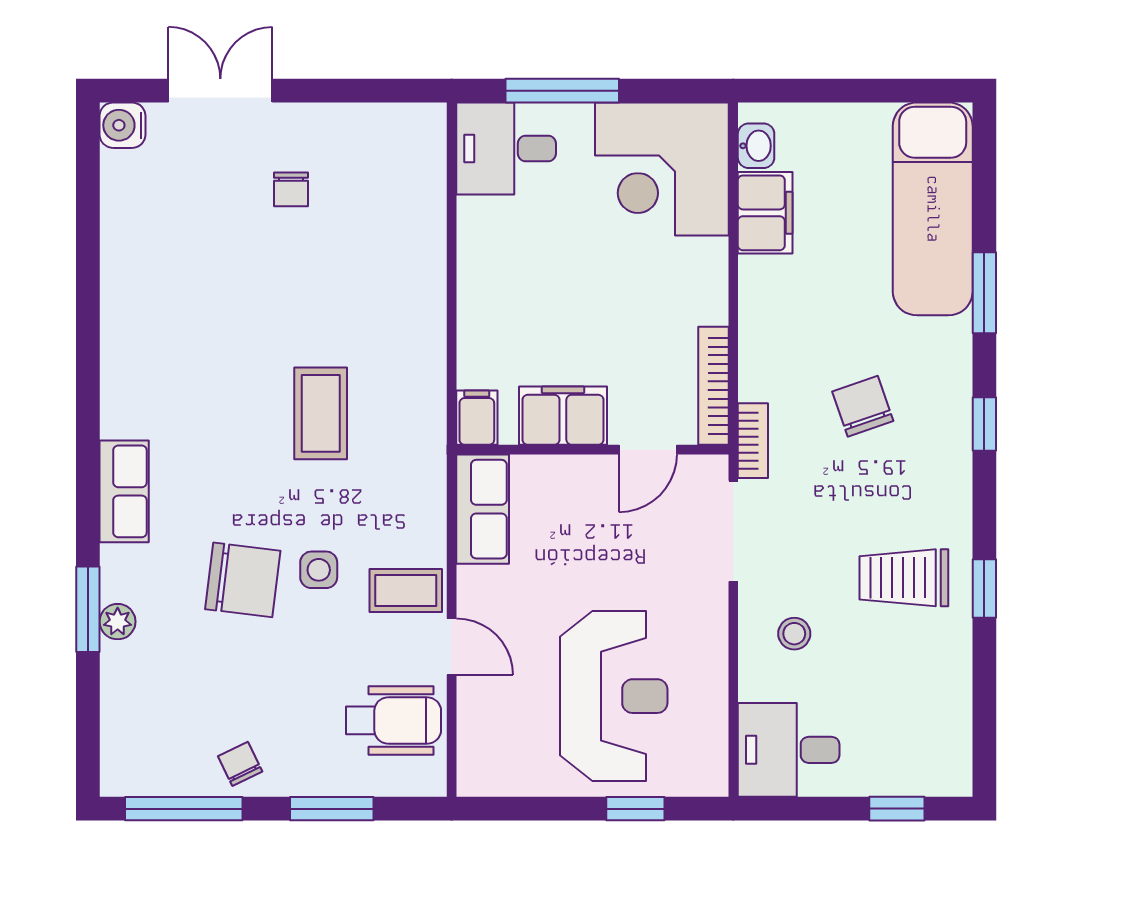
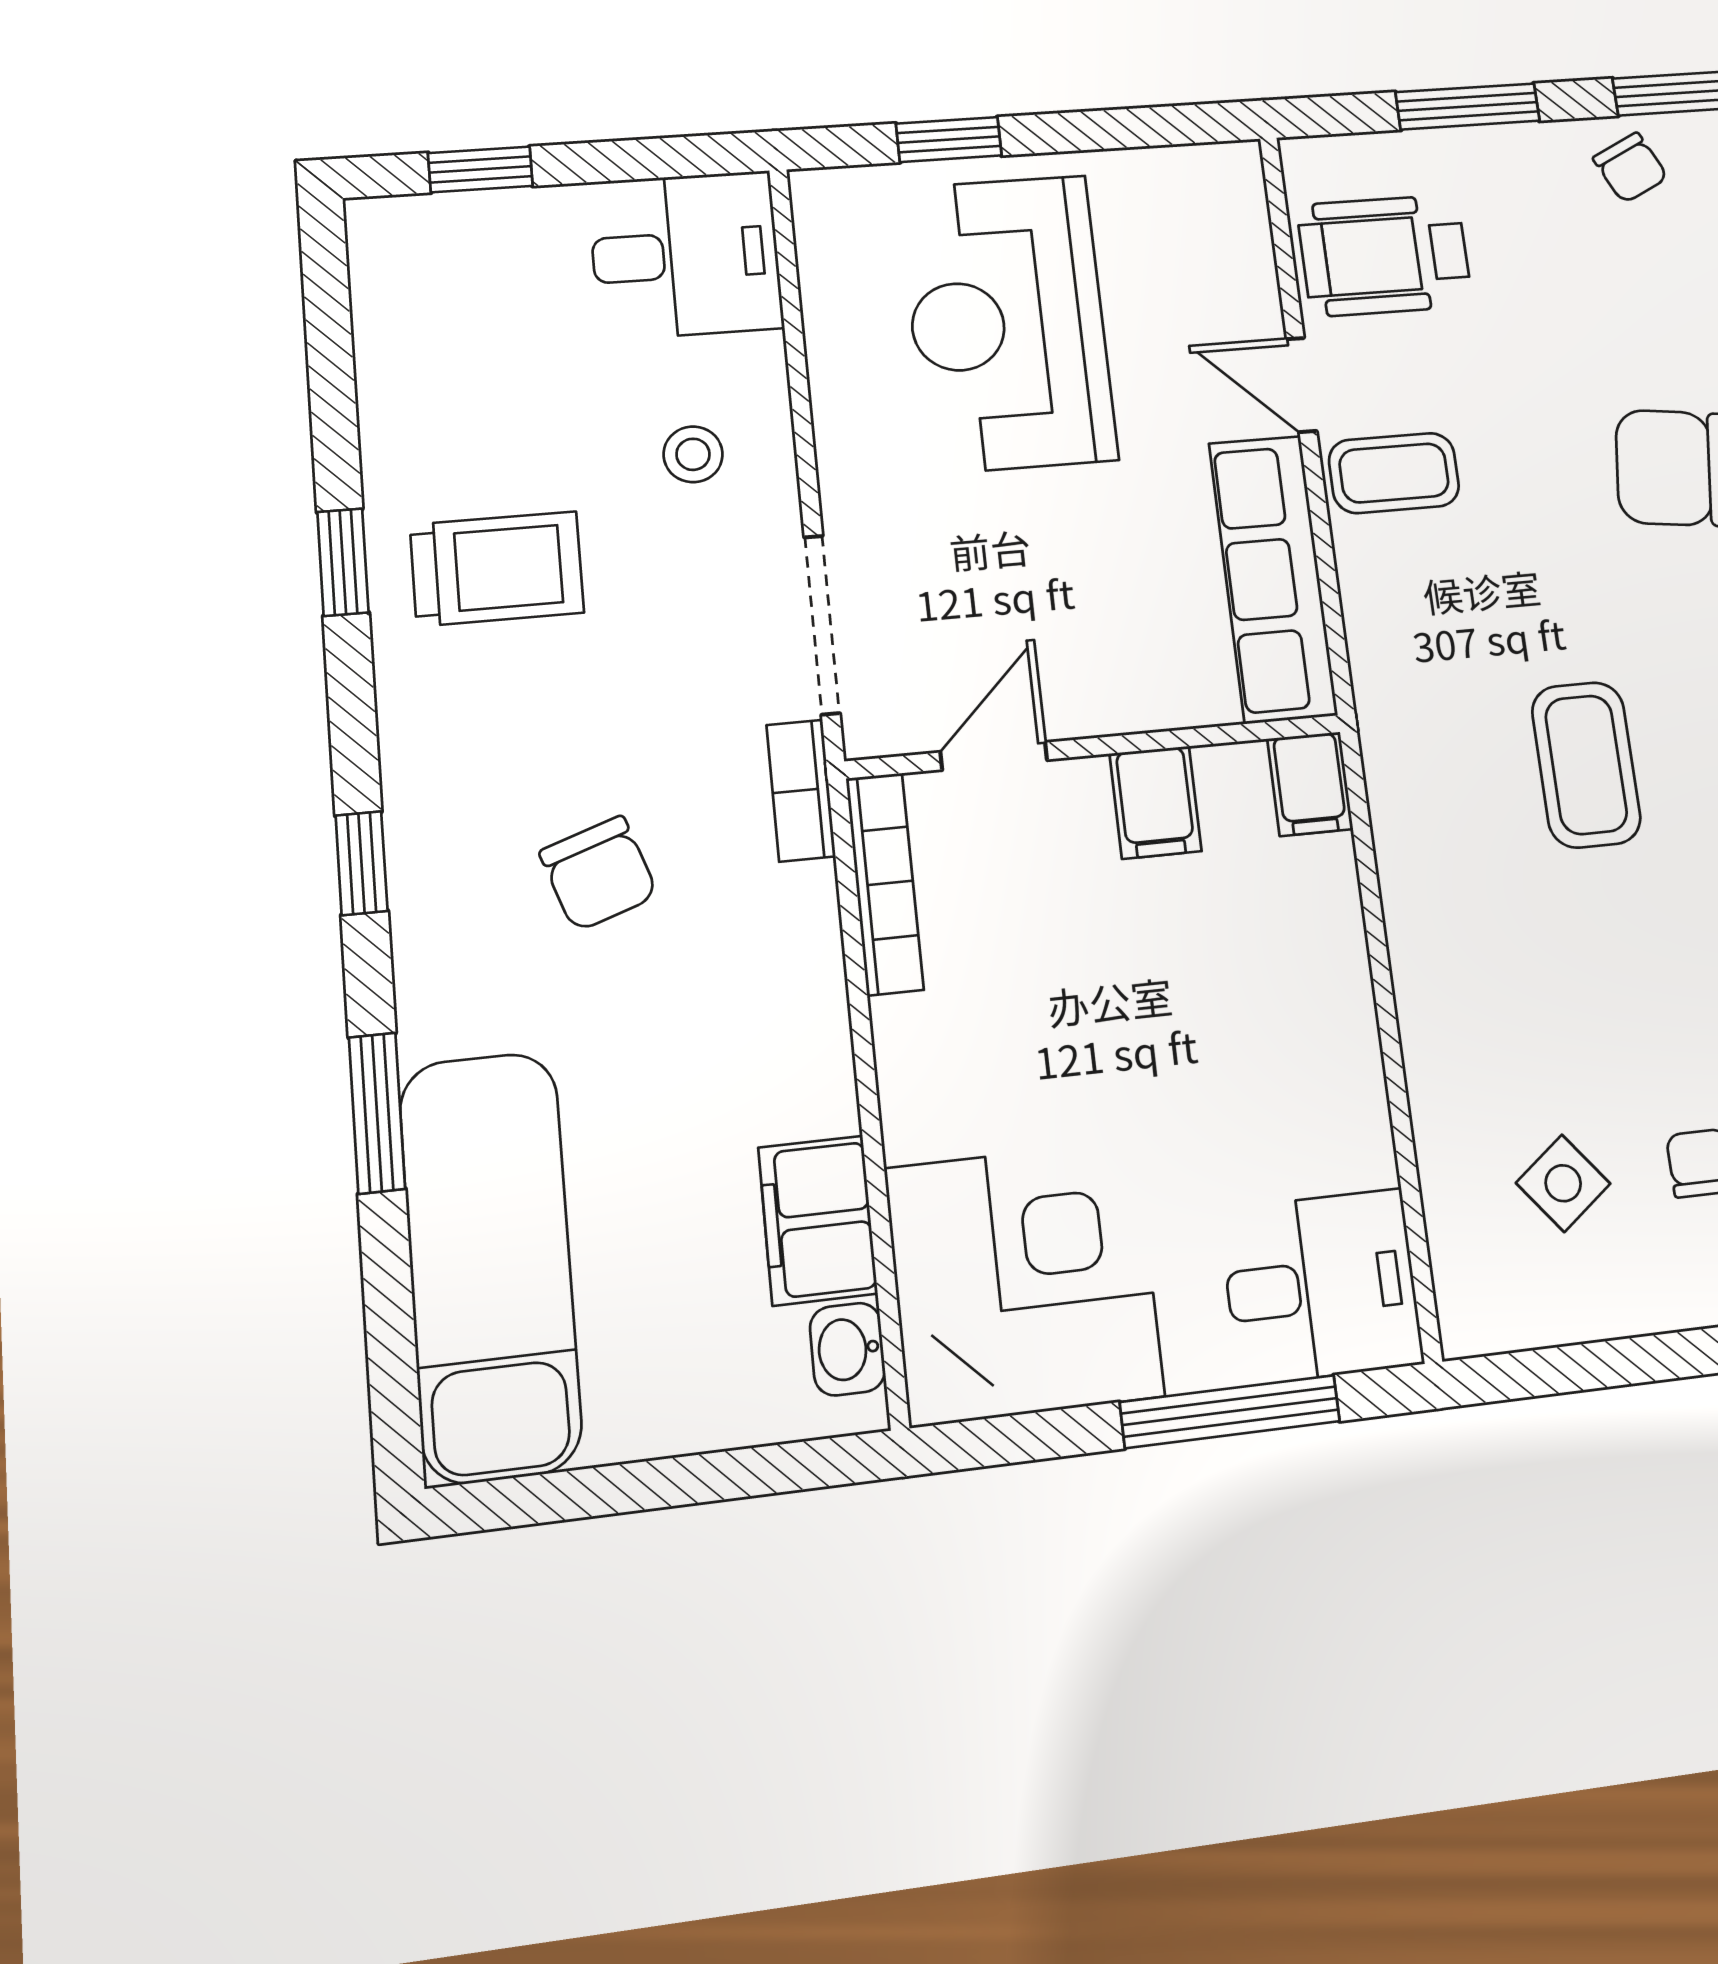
filing cabinet: (563, 416) -> (1155, 802), width x0.50
row of seats: (483, 509) -> (1273, 579), width x1.48
side table: (319, 570) -> (1563, 1183), moved, turned -38

